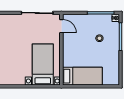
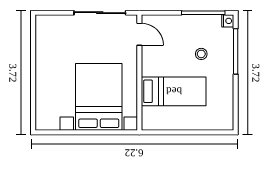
bed with nightstands: (43, 65) -> (99, 97), width x1.36
bed: (82, 76) -> (174, 91), moved

